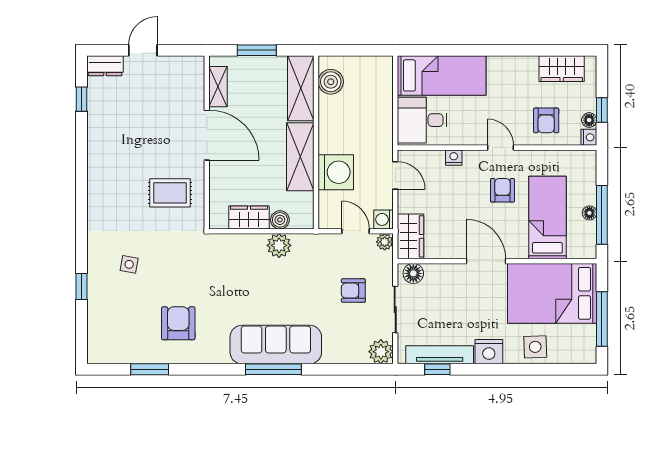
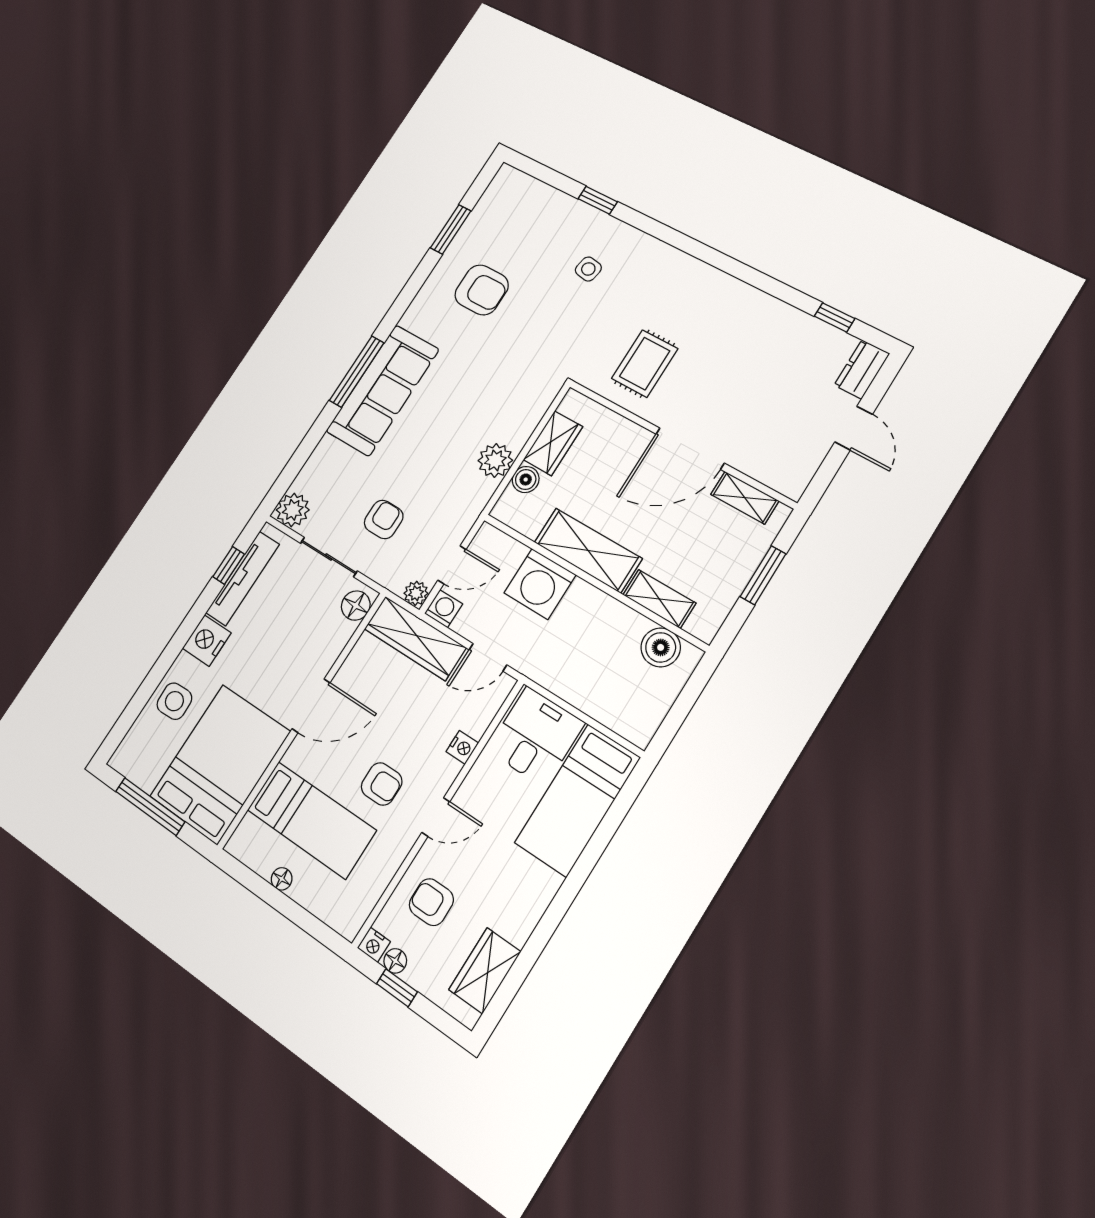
shelving: (301, 88) -> (659, 599), width x0.67, depth x0.75
window: (602, 215) -> (269, 894), removed
wardrobe: (410, 236) -> (415, 638), width x1.50

